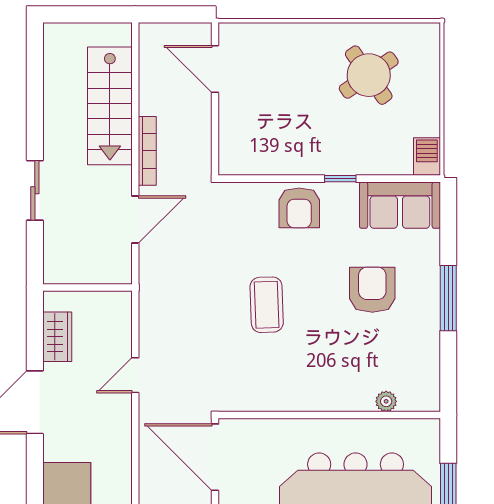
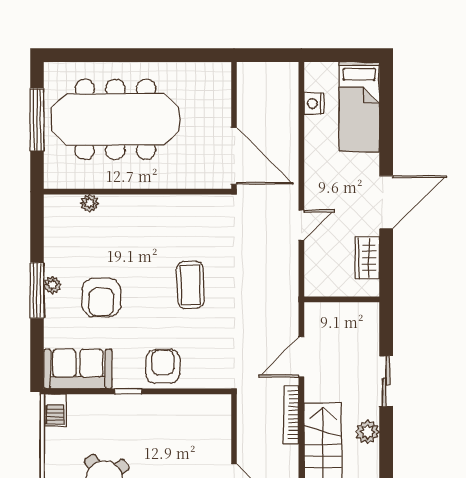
plant: (57, 131) -> (368, 432), added
plant: (430, 305) -> (52, 285), added

